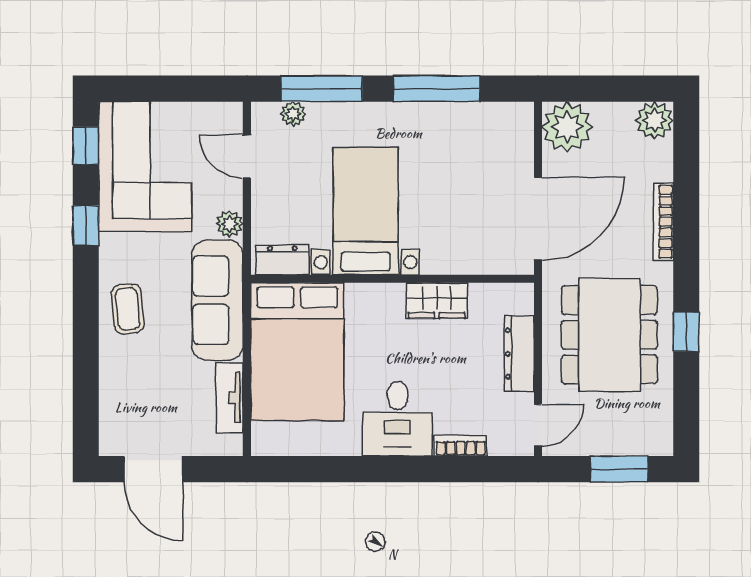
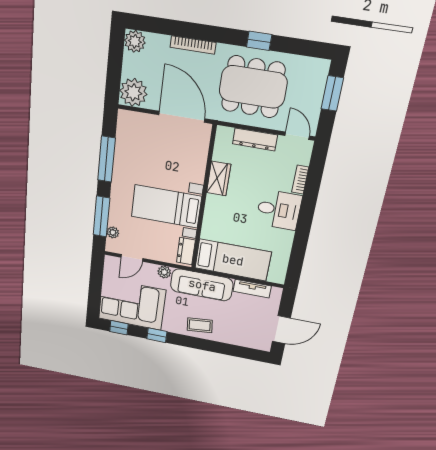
bed: (297, 352) -> (233, 260), width x0.67

